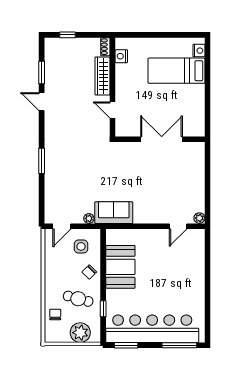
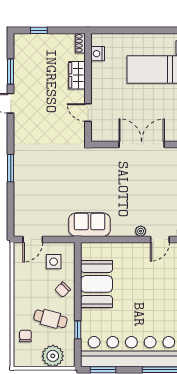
wardrobe: (102, 76) -> (77, 75), width x0.67
plant: (89, 218) -> (141, 231), moved

